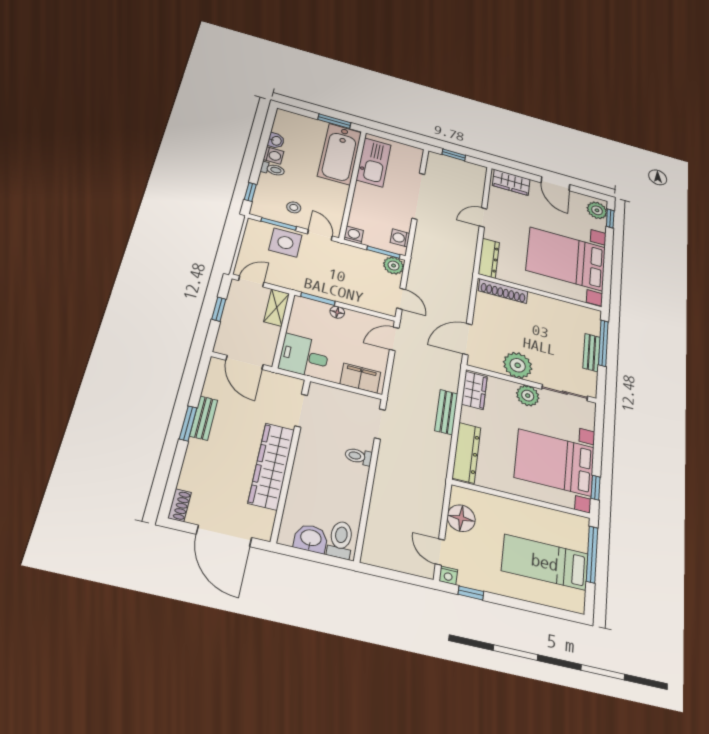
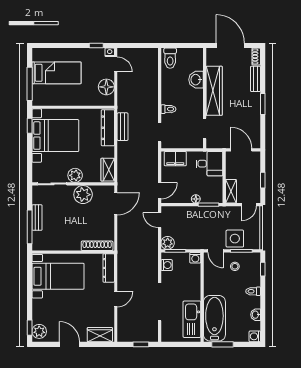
washing machine: (273, 155) -> (255, 336), moved
bed with nightstands: (566, 259) -> (58, 276), width x0.73
bench: (446, 412) -> (123, 127), moved
bench: (204, 418) -> (255, 79), moved
washbasin: (311, 538) -> (196, 80), moved, turned 90

